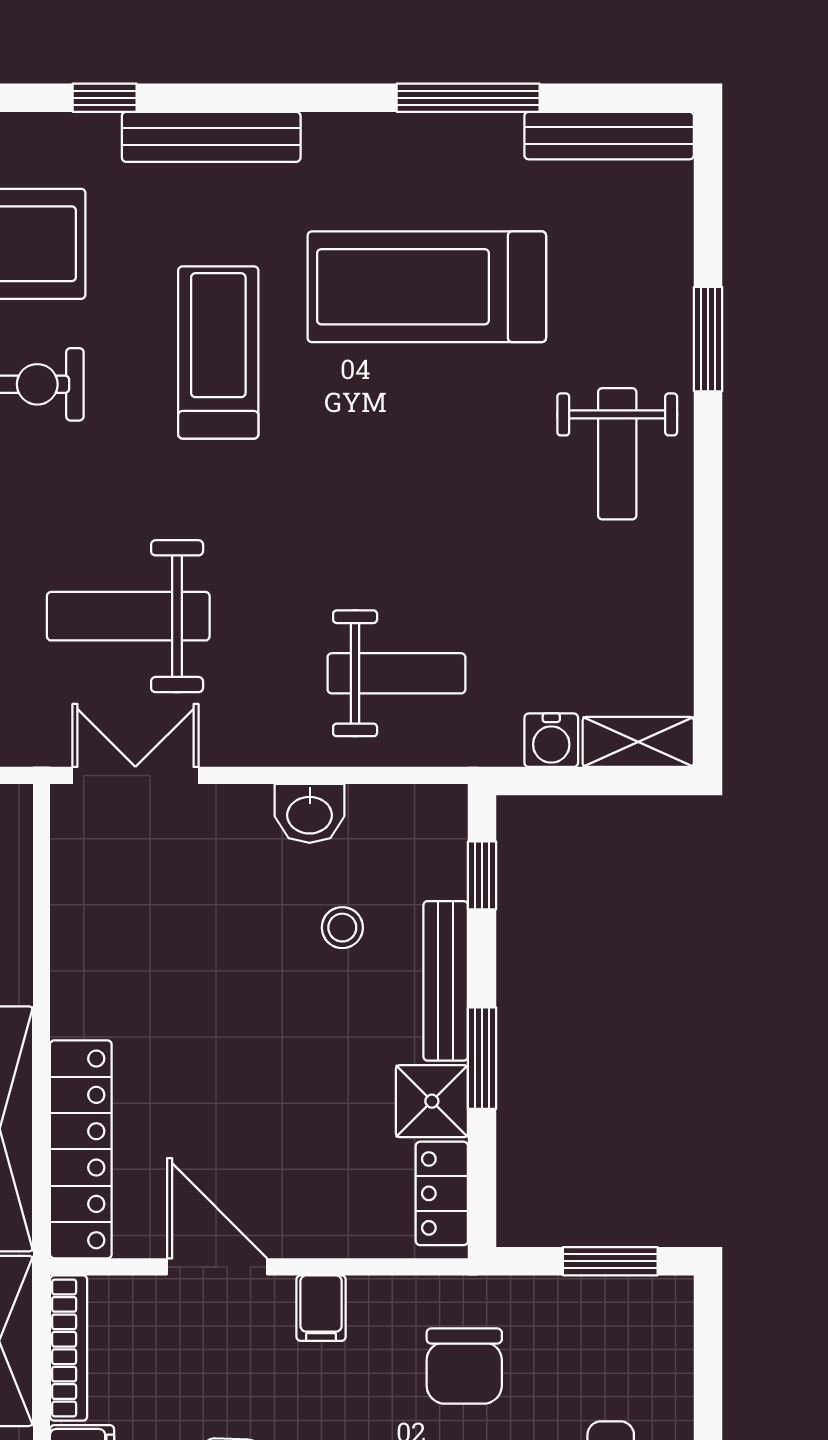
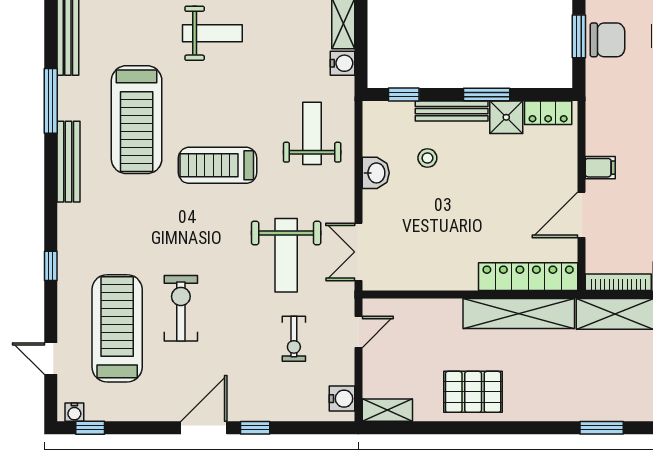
bench: (211, 137) -> (69, 162), moved
treadmill: (218, 352) -> (218, 165), moved
chair: (464, 1366) -> (608, 40), moved

